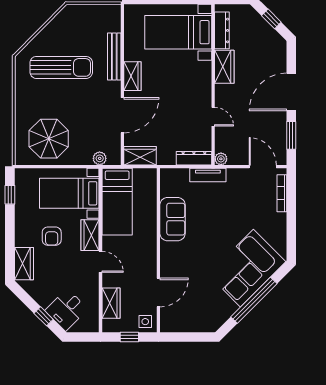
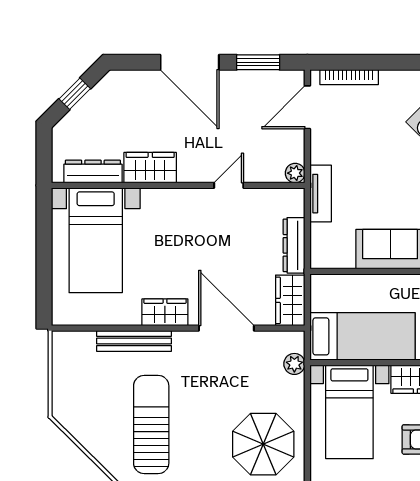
dresser: (194, 158) -> (294, 245), moved

